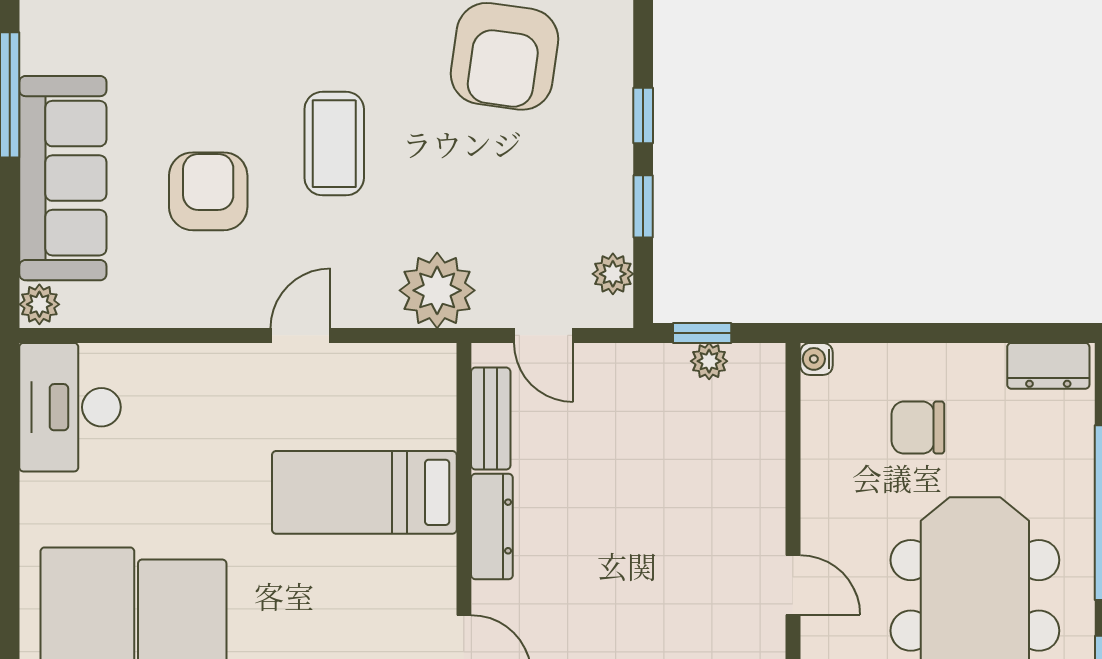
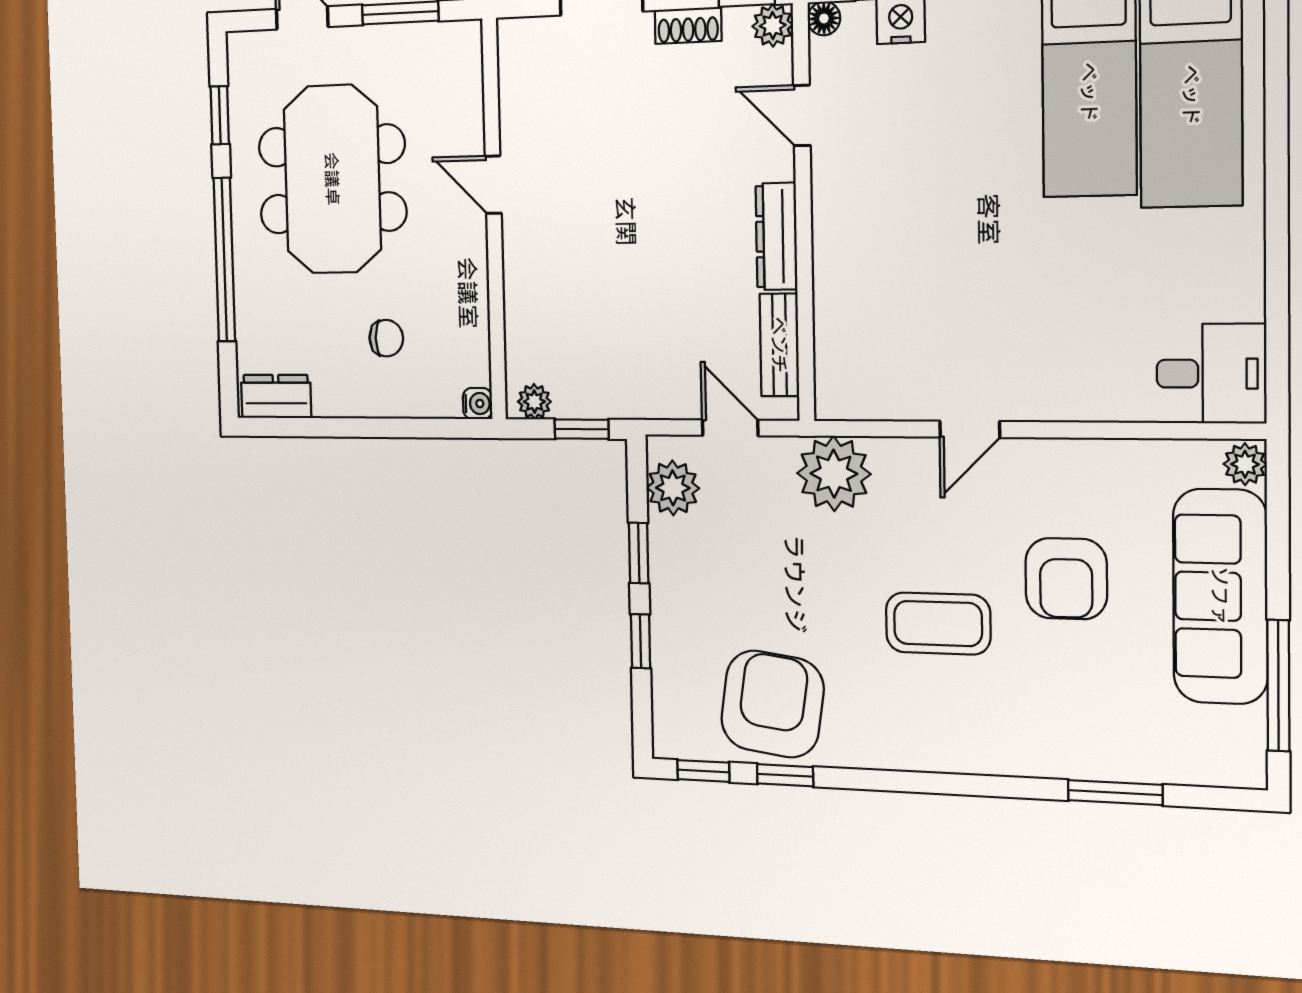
coffee table: (334, 144) -> (938, 624), turned 90
plant: (613, 274) -> (673, 488), width x1.38, depth x1.38
plant: (709, 361) -> (534, 402), moved
desk: (70, 407) -> (1211, 374), width x0.73
chair: (918, 428) -> (386, 338), width x0.73, depth x0.73
bed: (364, 492) -> (903, 269), removed

